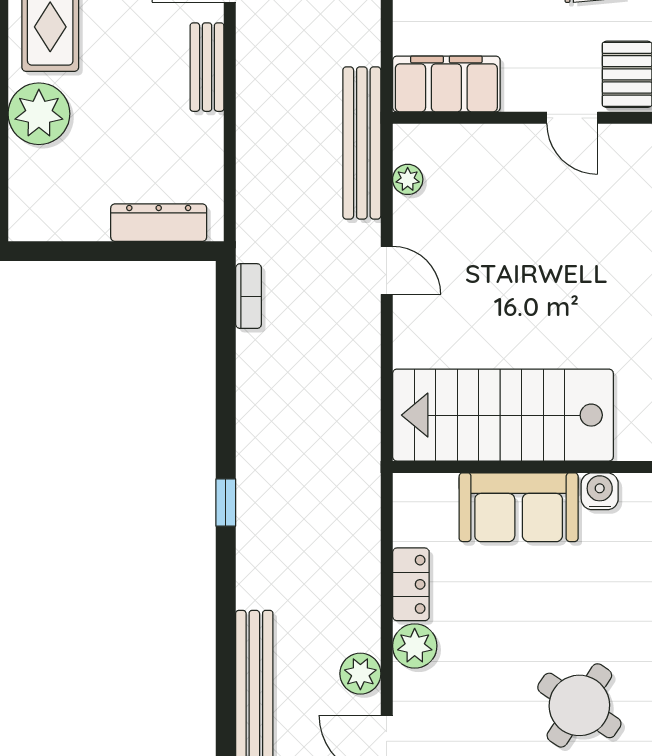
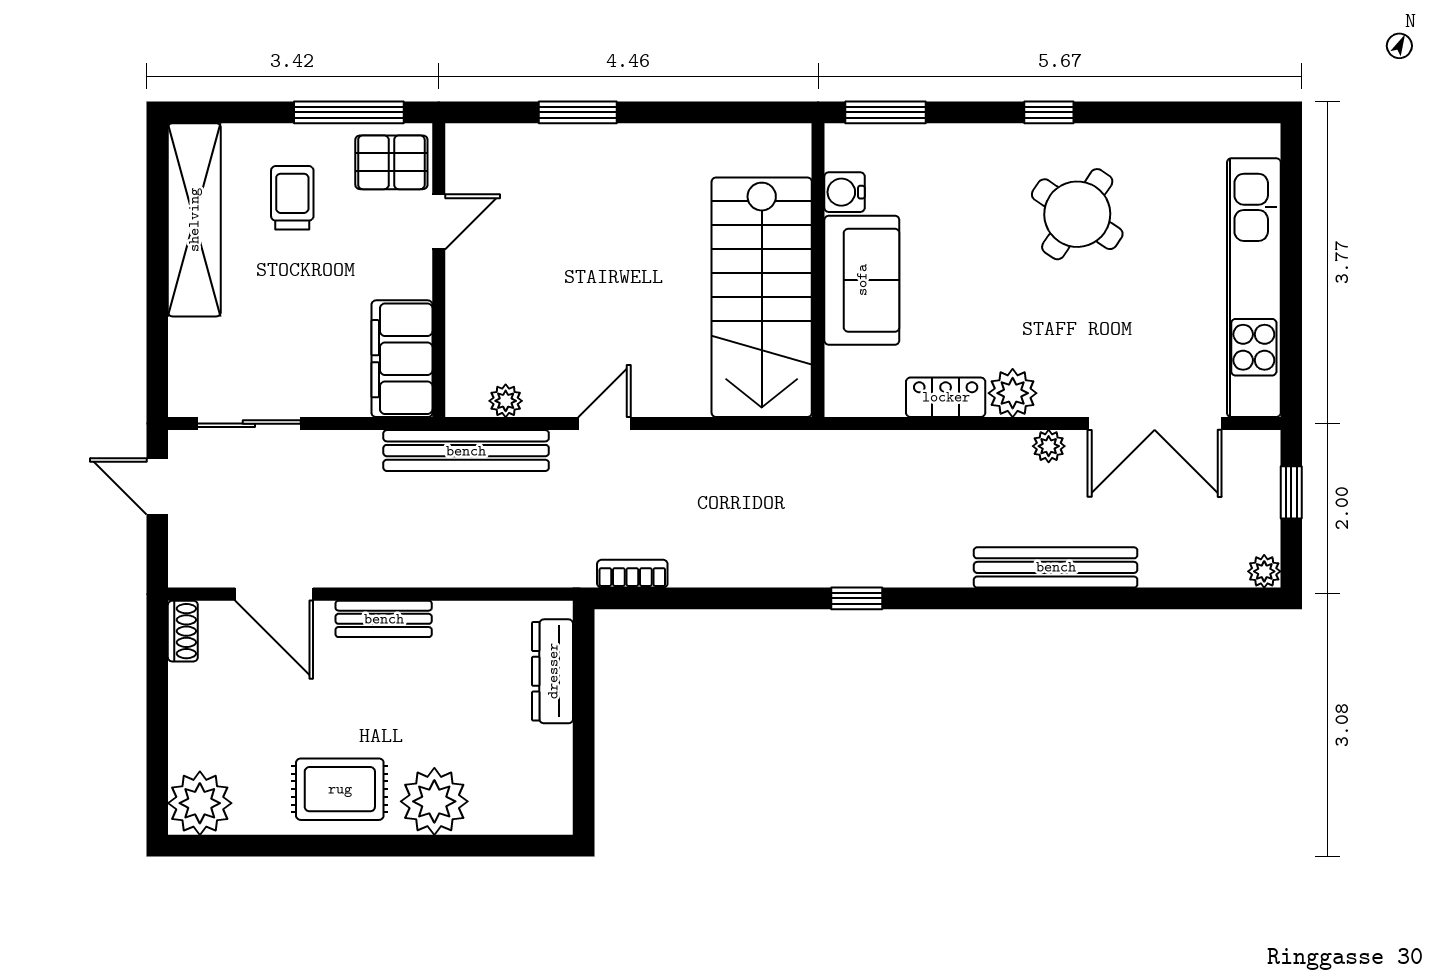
plant: (360, 674) -> (1049, 446), width x0.73, depth x0.73

